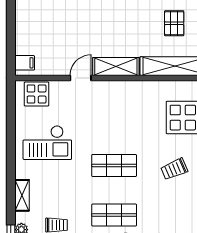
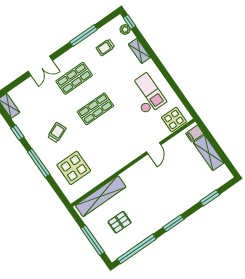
pallet: (174, 23) -> (120, 222), turned 90
shelving: (116, 66) -> (209, 153), moved, turned 90
checkout: (47, 143) -> (146, 94), turned 90

